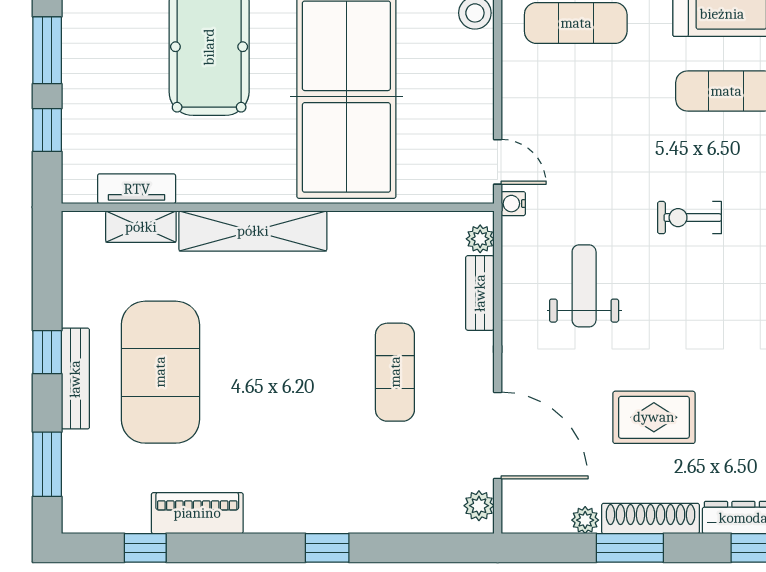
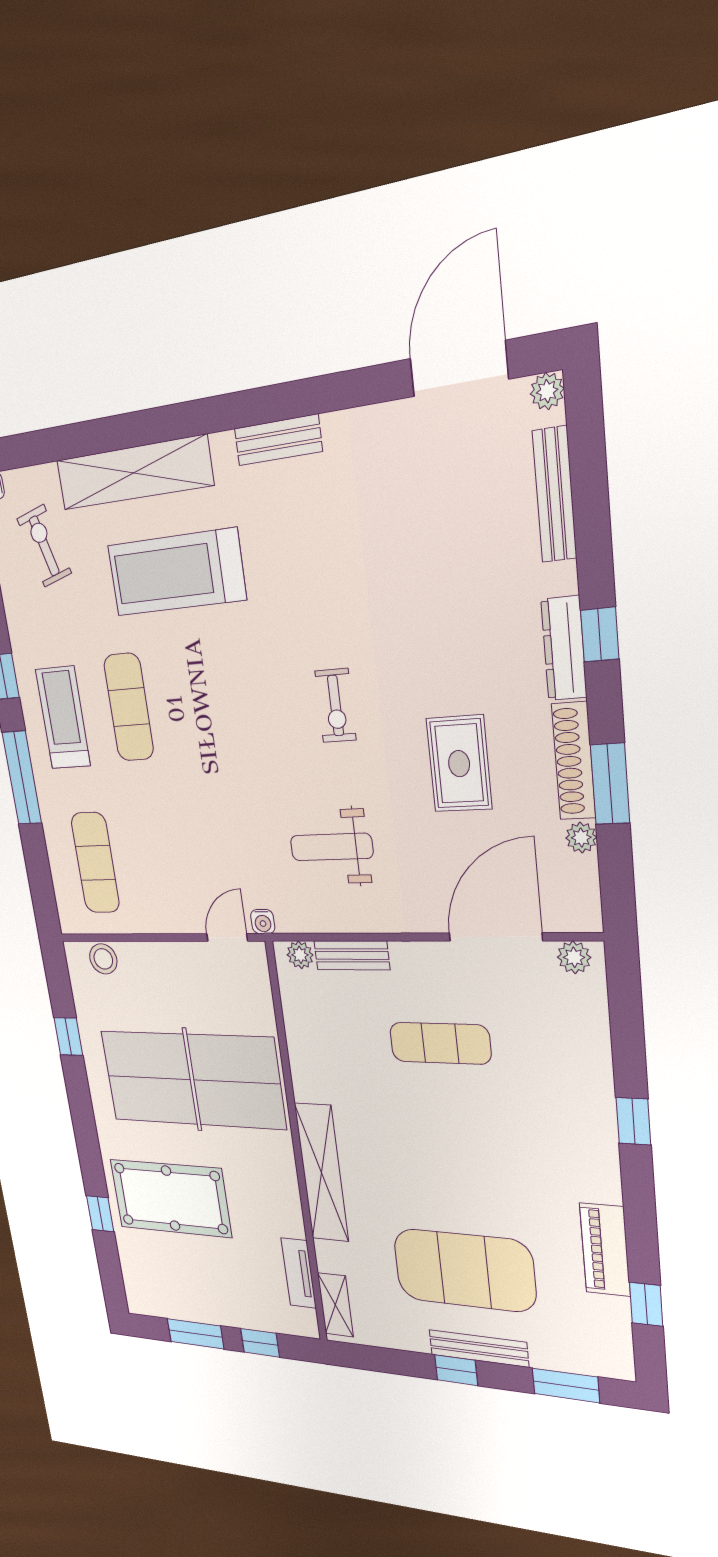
exercise bike: (690, 218) -> (336, 706), moved
shelving: (141, 227) -> (335, 1305), moved

